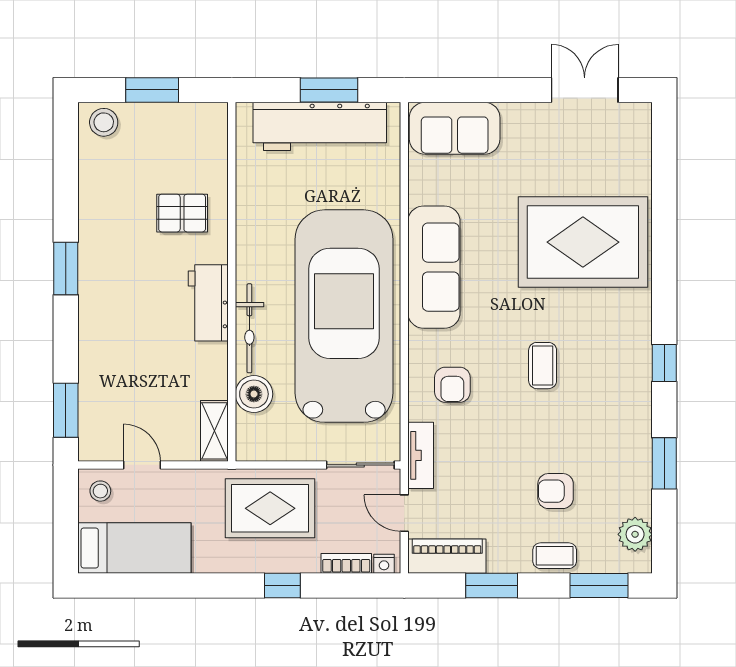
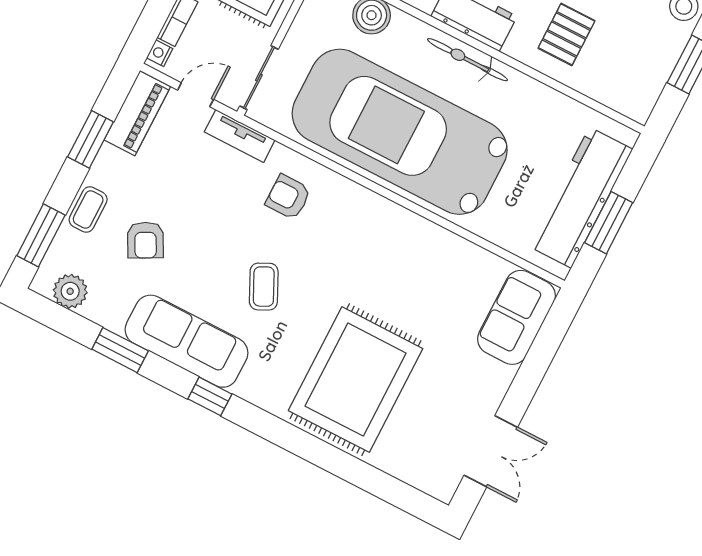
sofa: (434, 267) -> (187, 341), moved, turned 180
car: (344, 316) -> (400, 132), turned 180
bicycle: (249, 328) -> (467, 60), moved
coffee table: (543, 366) -> (264, 287), turned 64
armchair: (556, 491) -> (145, 240), turned 152

